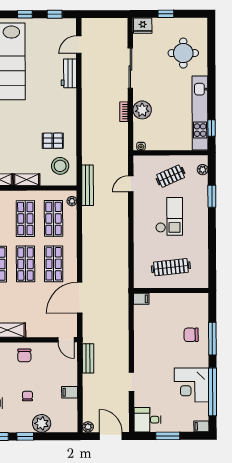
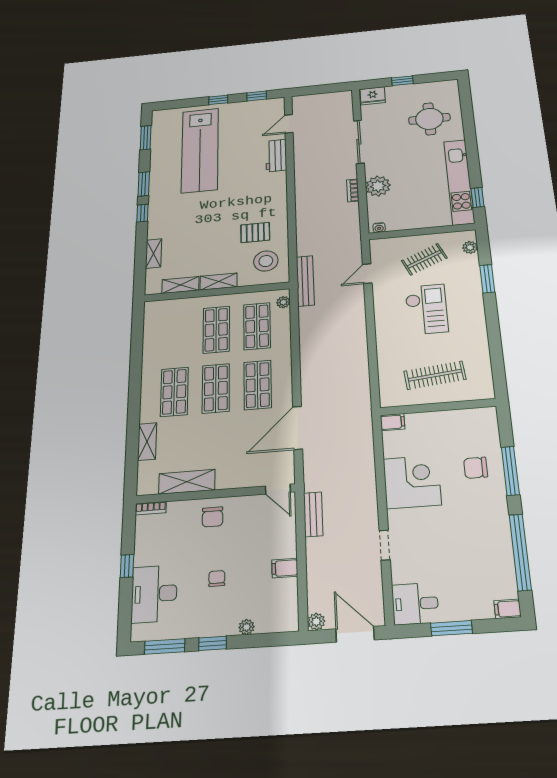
corner desk: (192, 385) -> (412, 482), moved, turned 180
plant: (42, 423) -> (247, 627), width x0.53, depth x0.53

